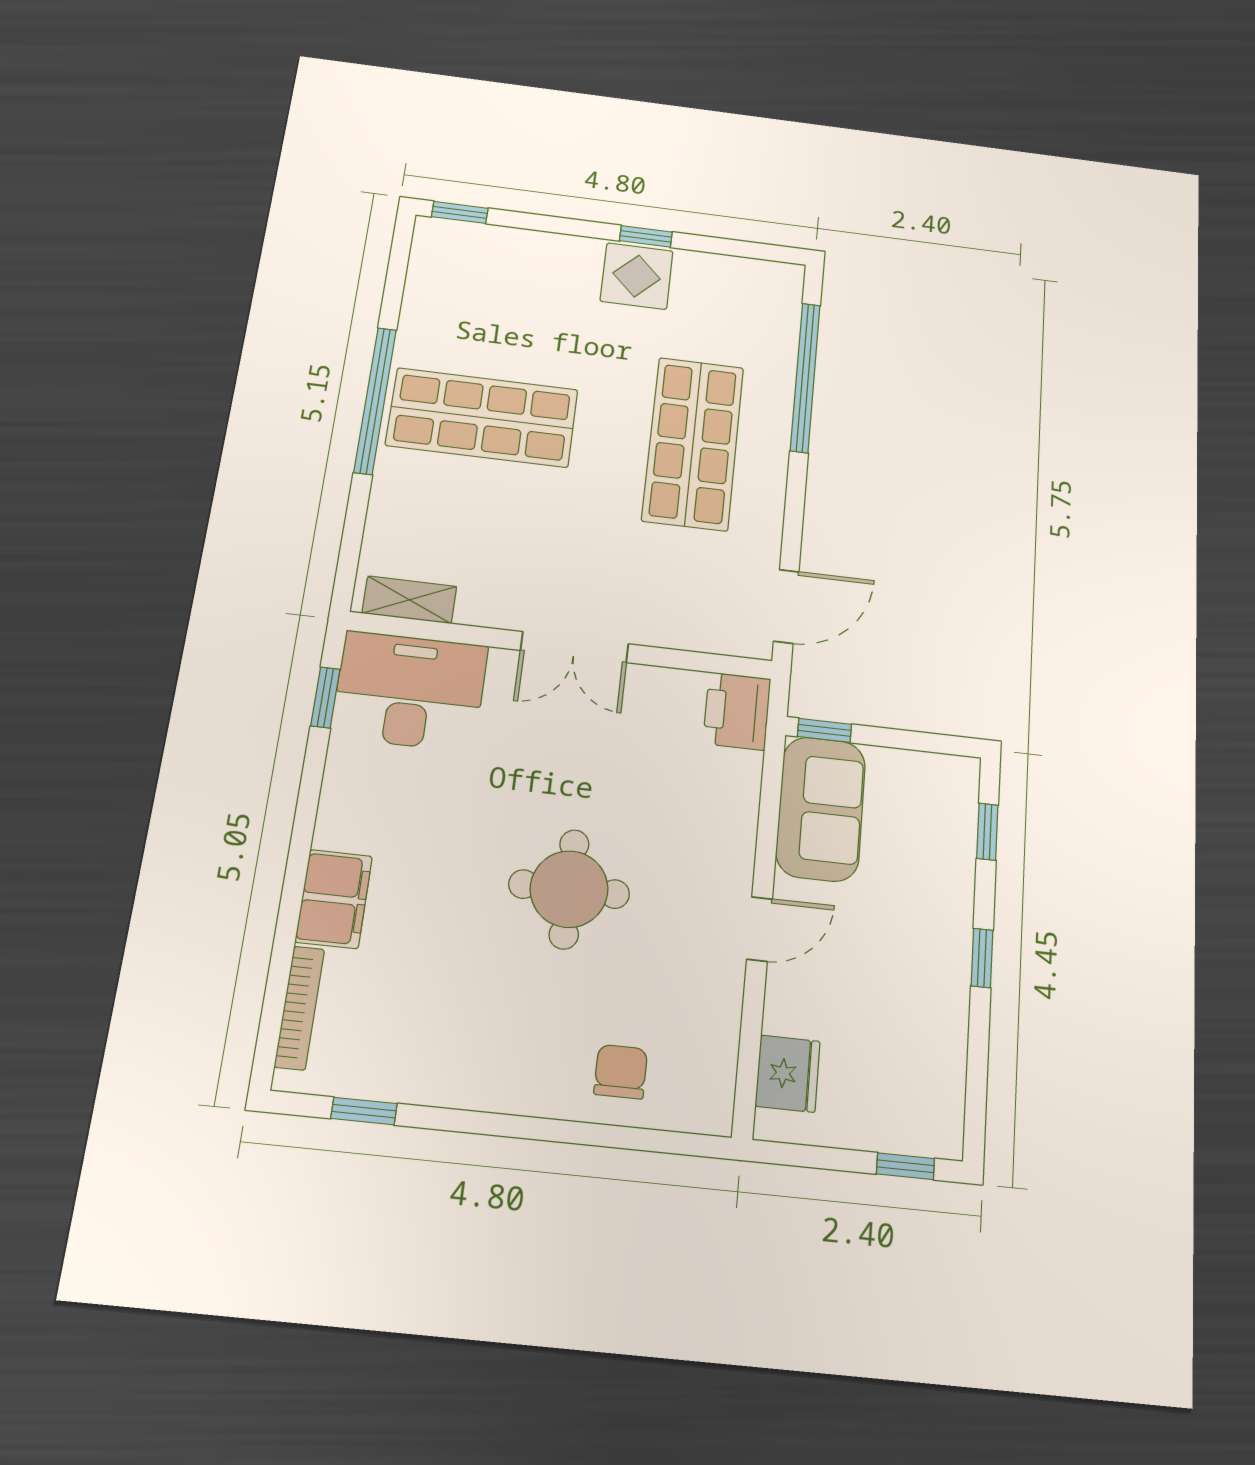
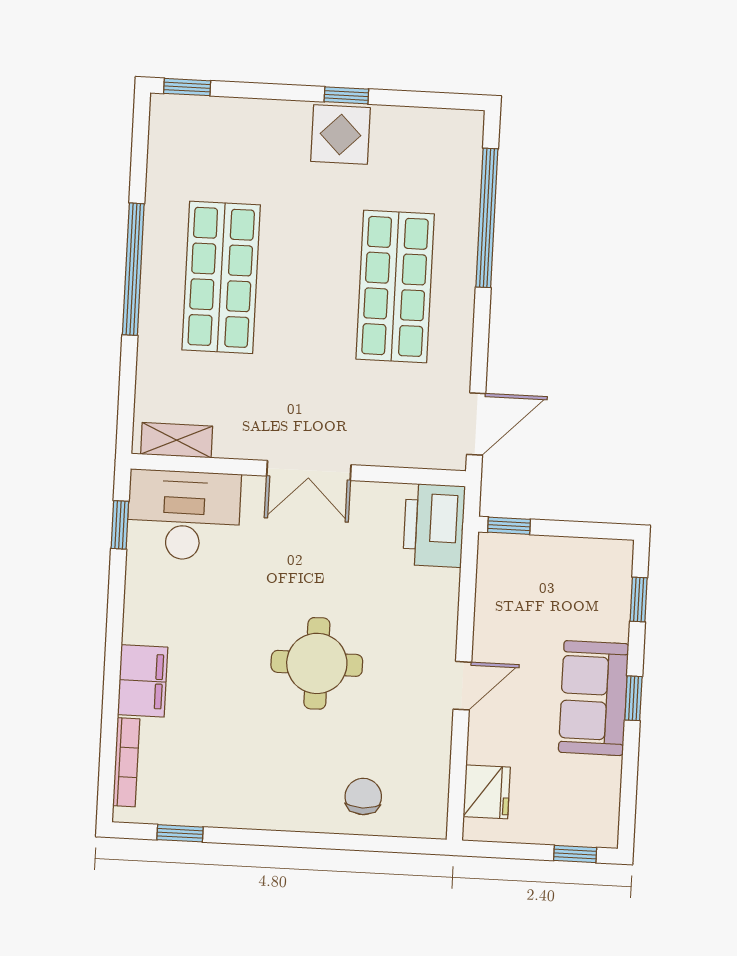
shop shelf: (482, 417) -> (221, 277), turned 90
printer: (737, 711) -> (434, 525), width x1.37, depth x1.19
sofa: (821, 809) -> (594, 698), moved, turned 180

